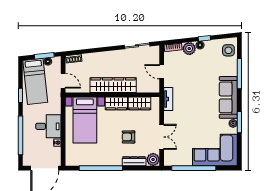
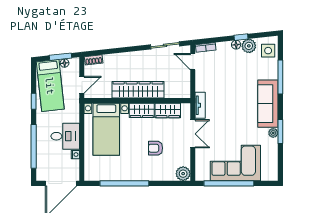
plant: (189, 49) -> (249, 46), moved
door: (162, 72) -> (193, 62), moved
door: (63, 81) -> (82, 85), hinge flipped
double door: (162, 137) -> (193, 134), moved
corner sofa: (215, 150) -> (235, 163), moved
dresser: (134, 161) -> (162, 176), removed

